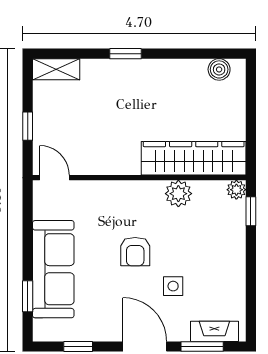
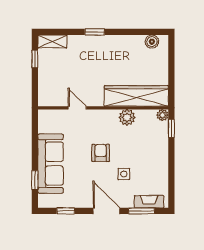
window: (28, 126) -> (35, 59), moved
door: (54, 178) -> (77, 108), moved
armchair: (135, 252) -> (101, 153), turned 180

